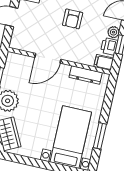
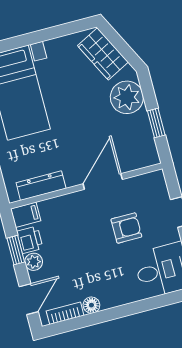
armchair: (73, 19) -> (126, 228), moved, turned 90

